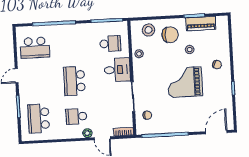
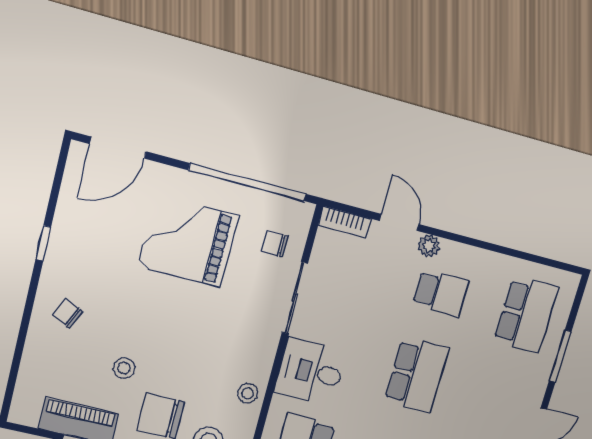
grand piano: (185, 82) -> (188, 241), moved, turned 180

